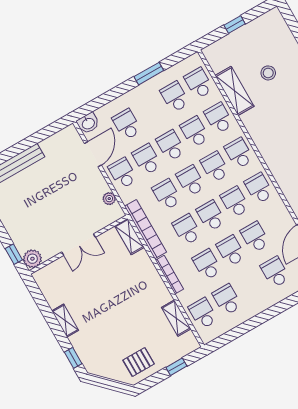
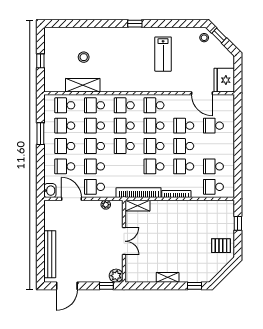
school desk: (167, 195) -> (65, 146), moved
shelving: (176, 318) -> (207, 206), removed
pallet: (139, 362) -> (221, 246), turned 90

